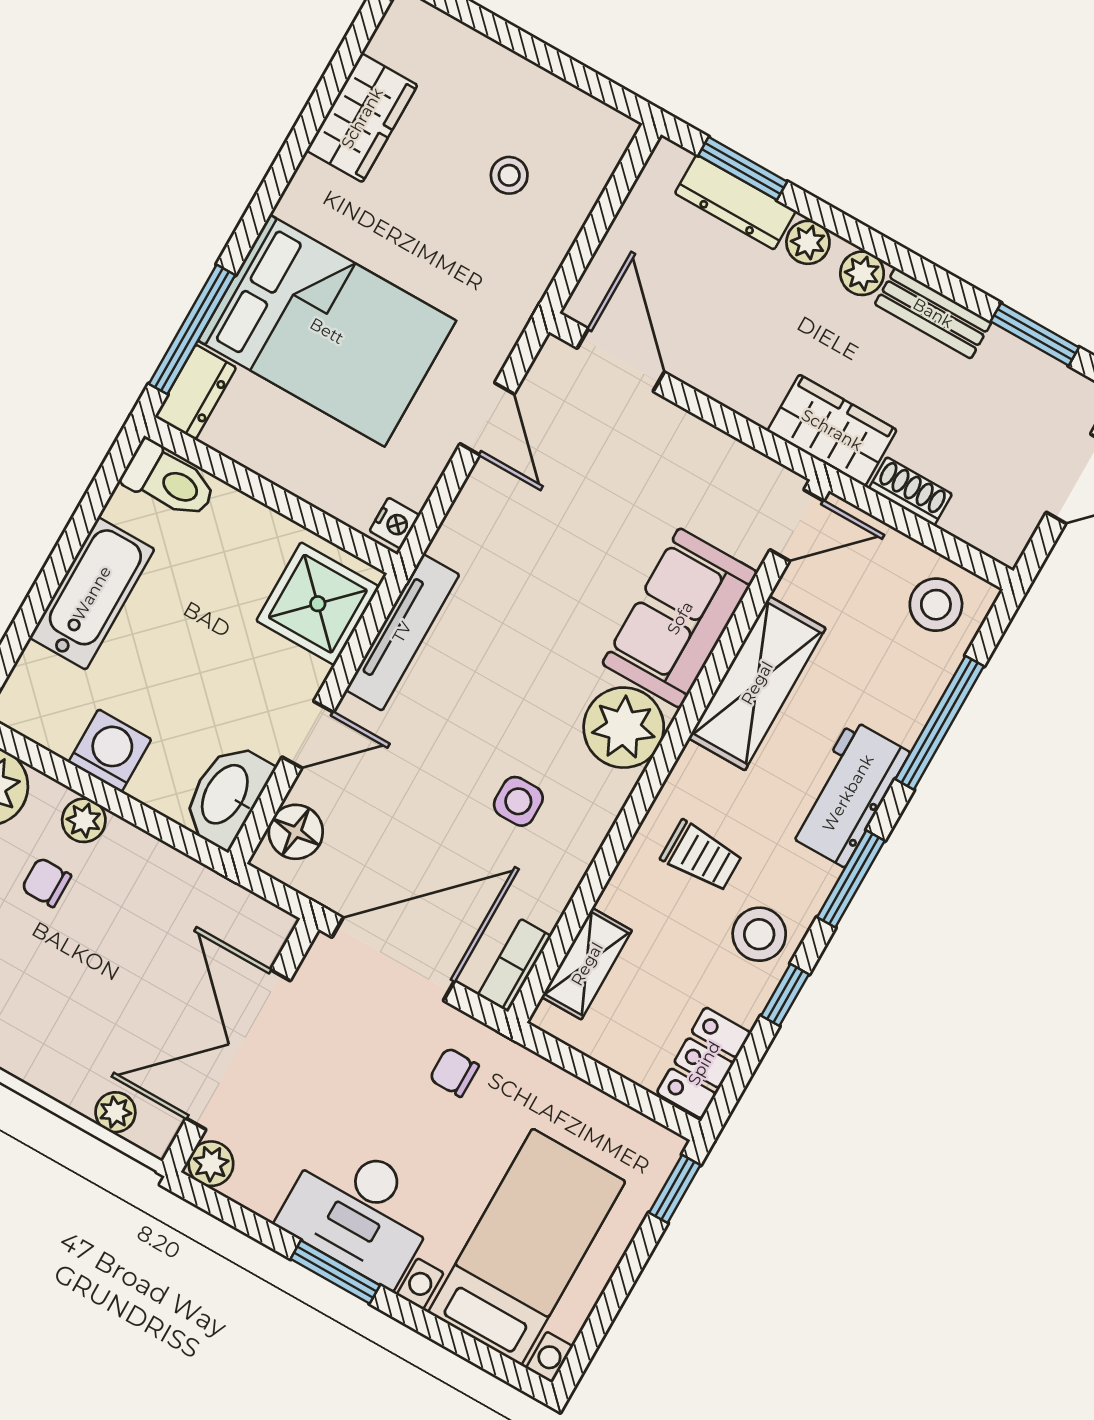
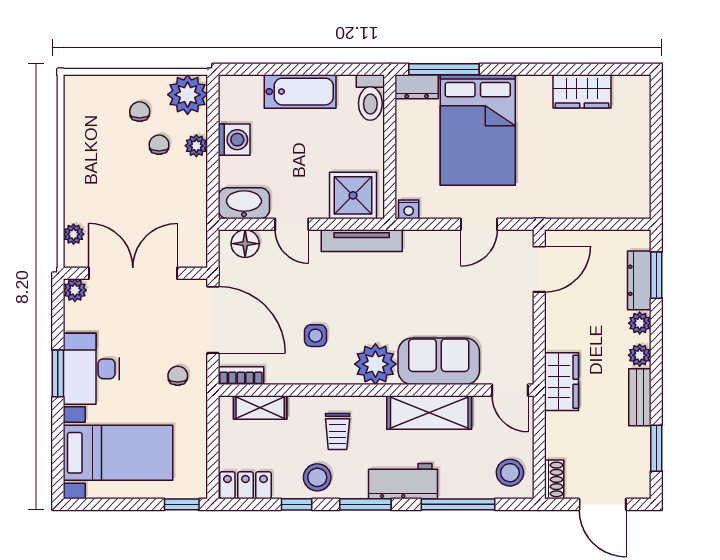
stool: (509, 175) -> (594, 172), removed
shoe rack: (910, 491) -> (554, 479), moved

